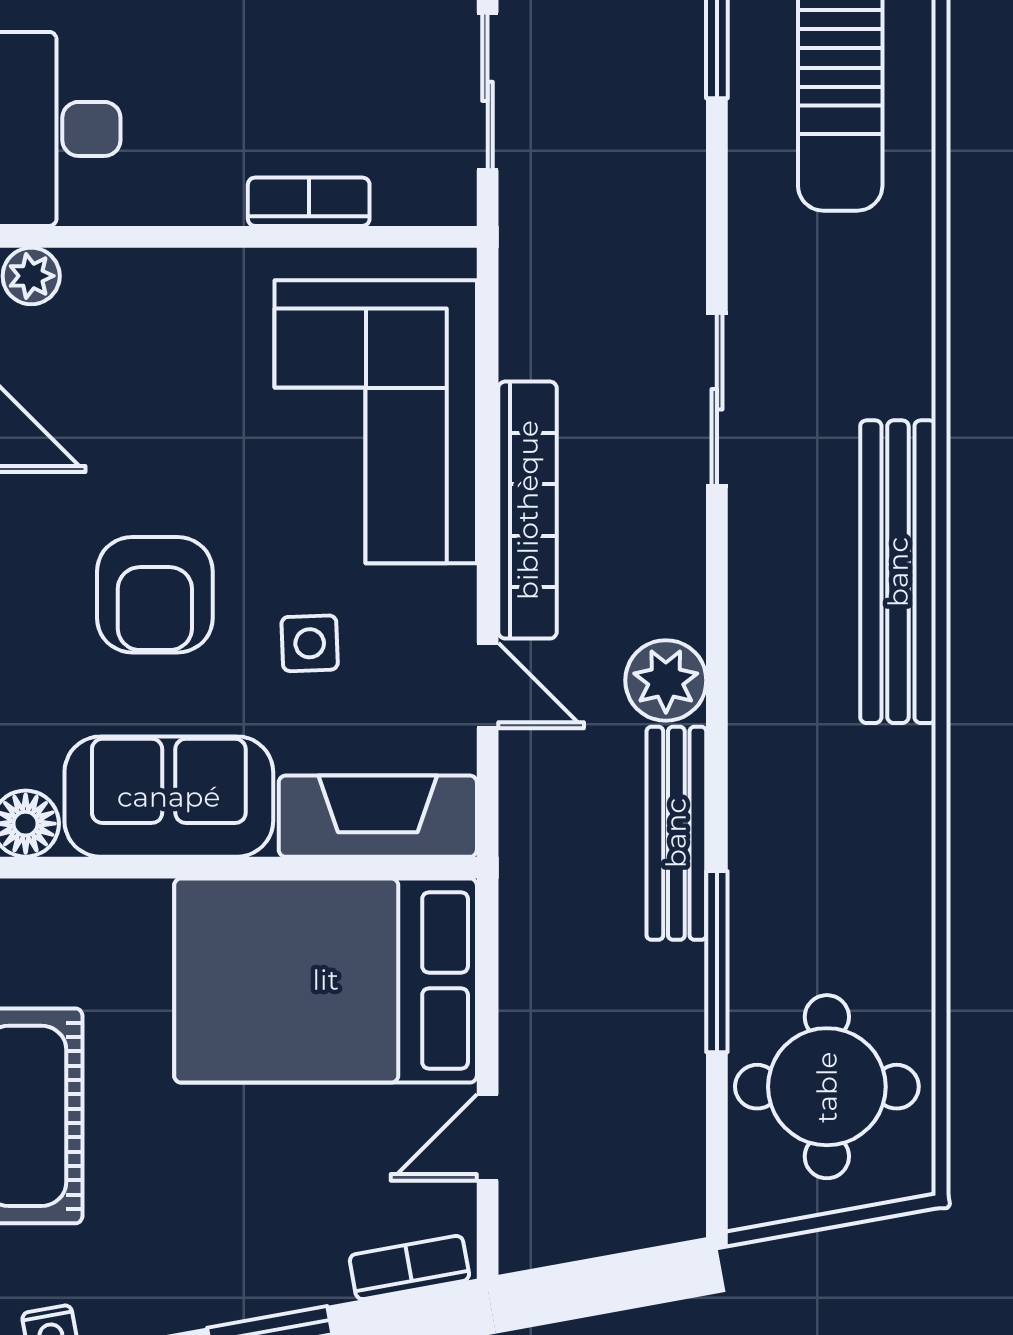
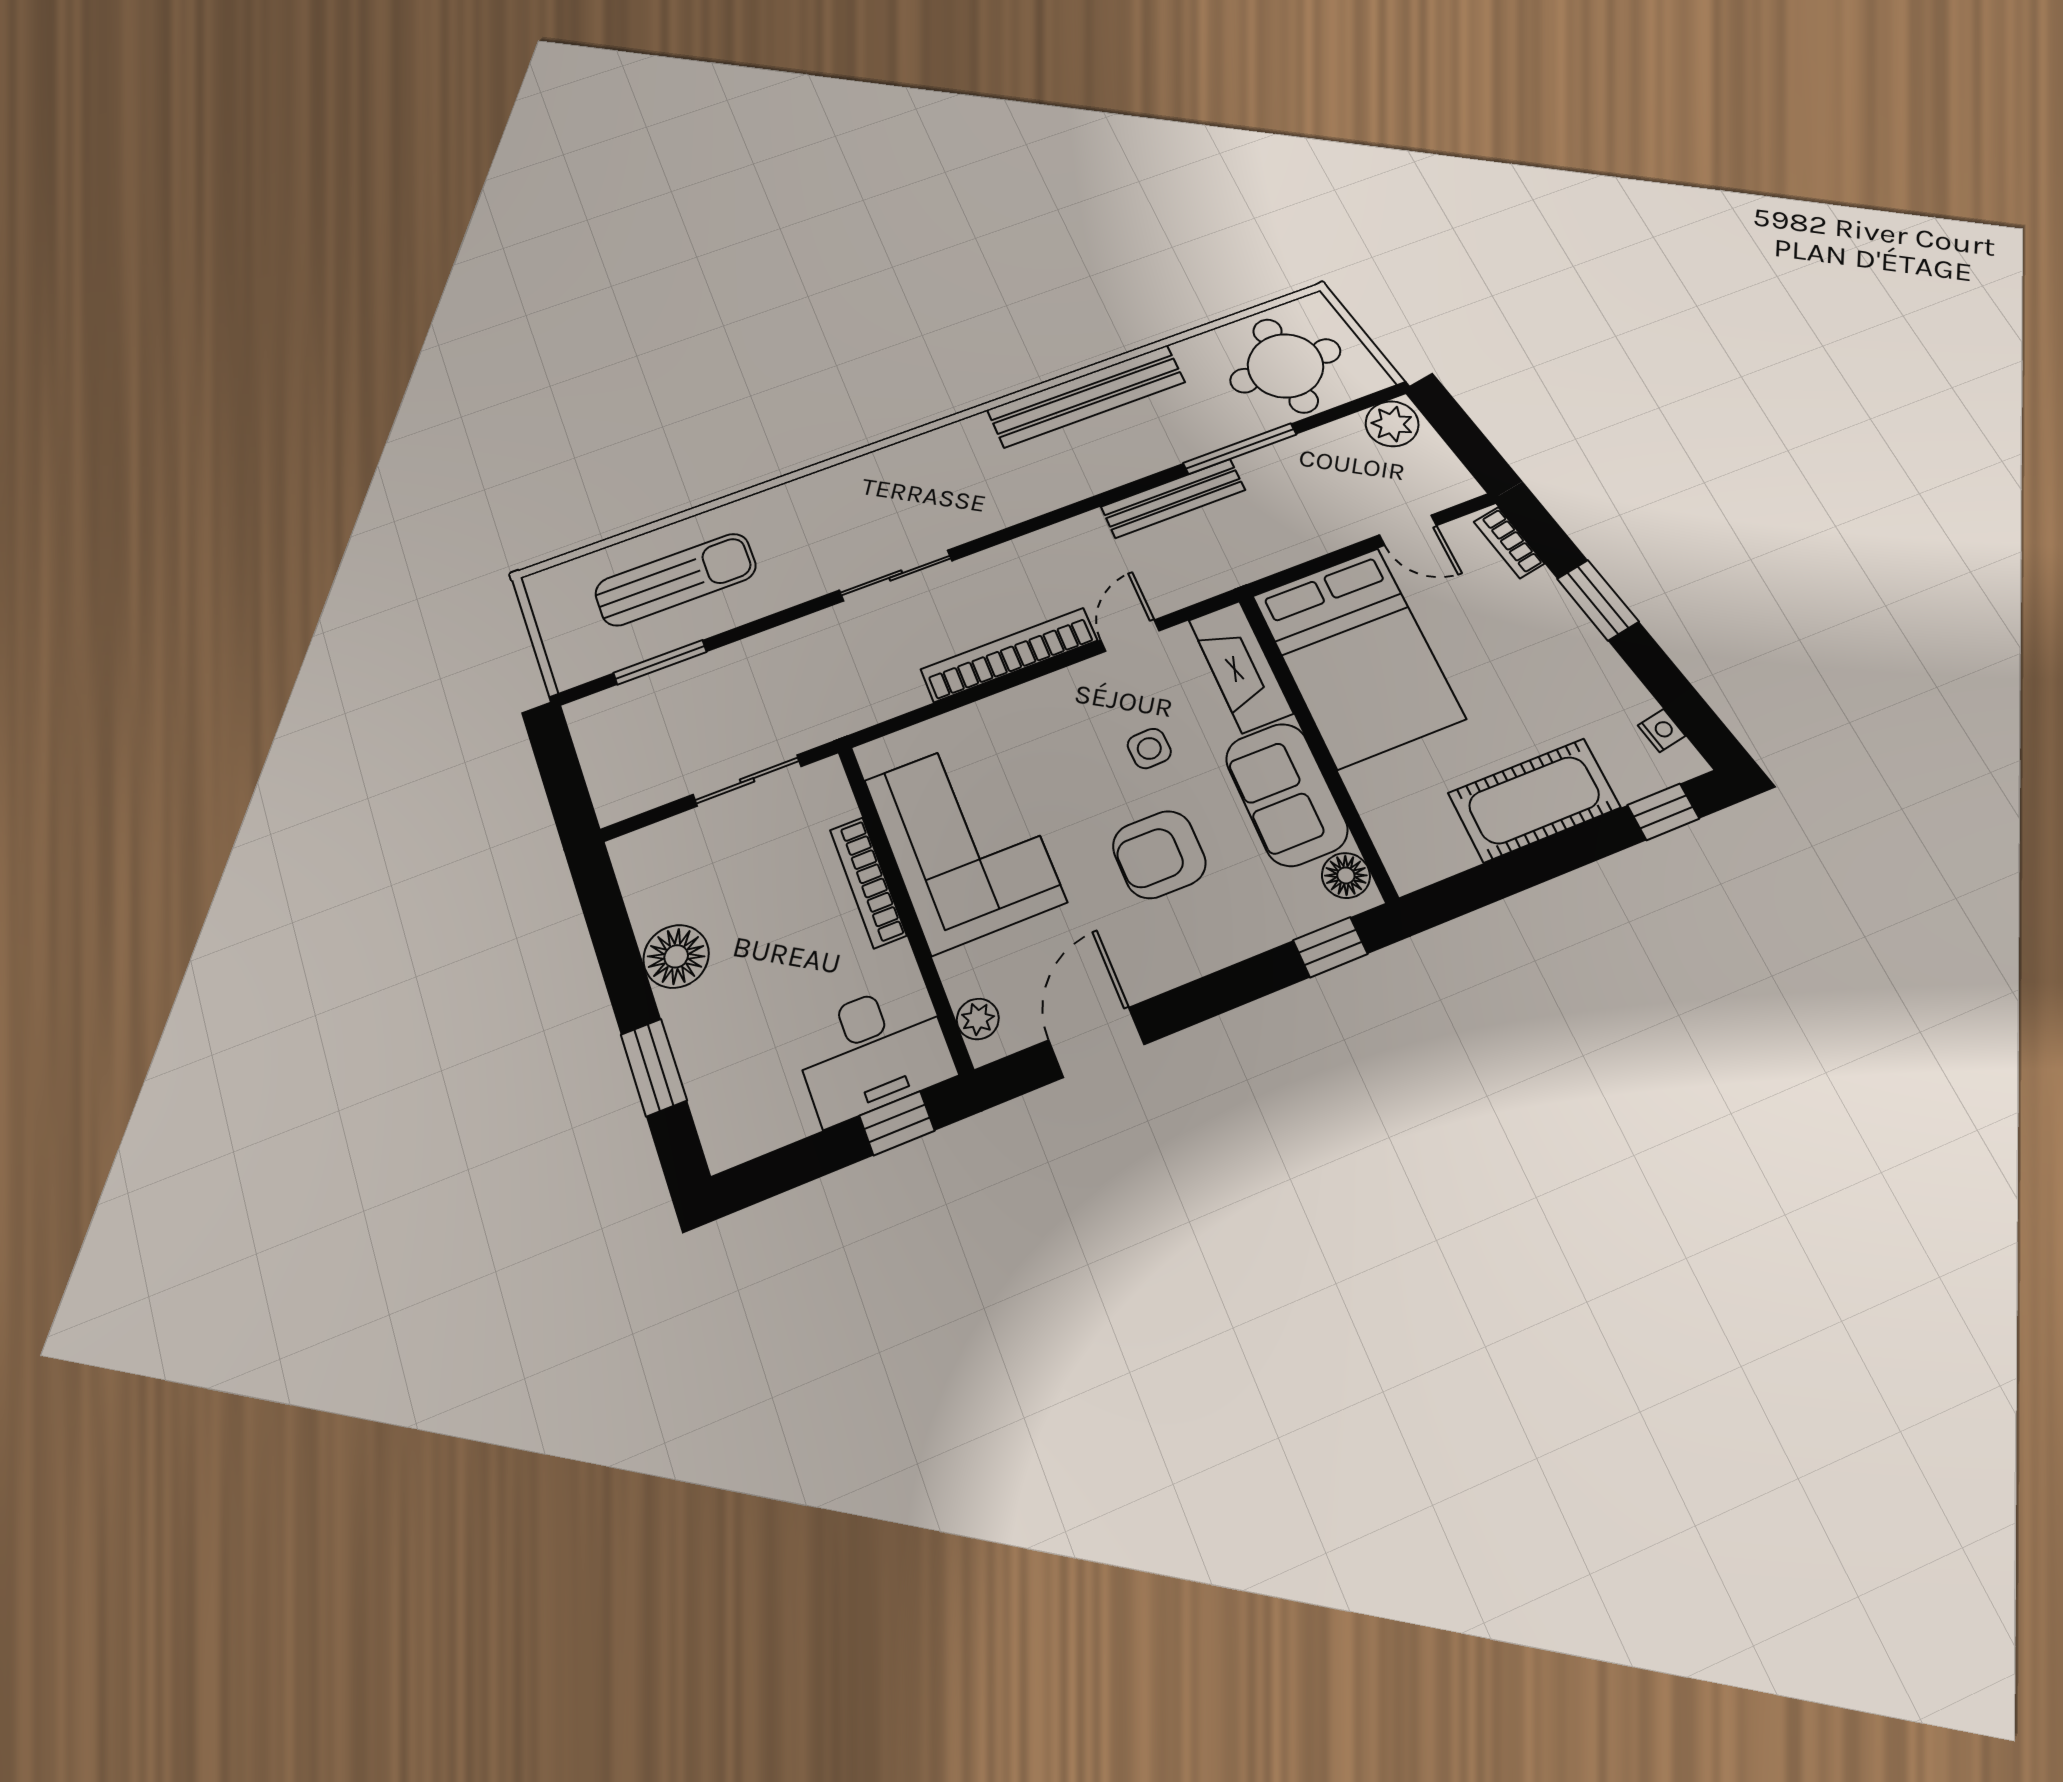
bookcase: (309, 202) -> (868, 882), width x1.56
corner sofa: (376, 422) -> (965, 841), moved, turned -90
bench: (898, 572) -> (1086, 396), moved
armchair: (155, 595) -> (1159, 855), turned 180
plant: (666, 680) -> (1392, 424), moved

